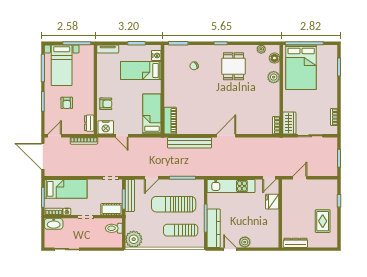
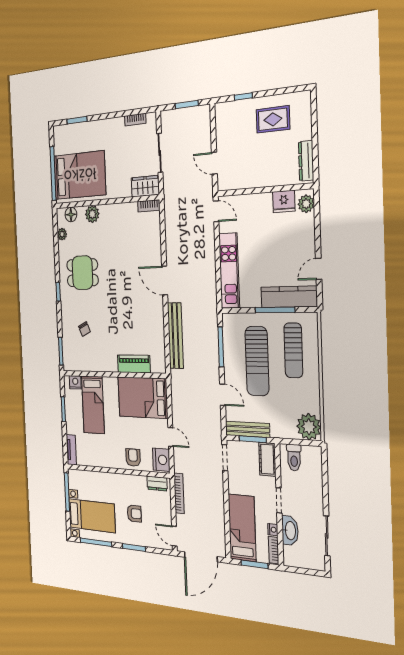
bed: (152, 114) -> (143, 398), width x1.50
piano: (170, 121) -> (134, 364), moved
door: (122, 136) -> (171, 437), hinge flipped
fridge: (272, 202) -> (284, 201), moved
washbasin: (54, 224) -> (290, 531), moved
plant: (245, 242) -> (306, 204), moved

